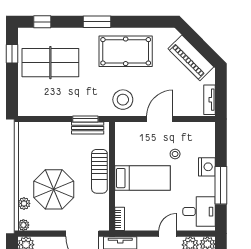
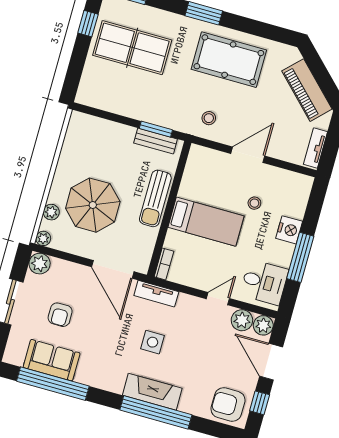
stool: (123, 100) -> (209, 118), width x0.53, depth x0.53

